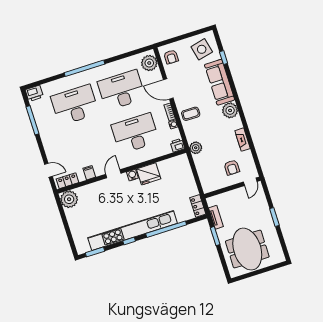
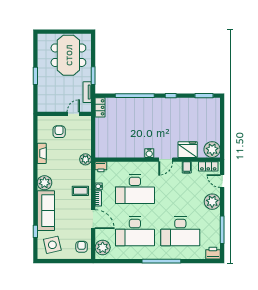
plant: (52, 146) -> (212, 202), added
fridge: (149, 174) -> (188, 150), moved
door: (250, 182) -> (73, 114), moved
kitchen unit: (133, 230) -> (165, 104), removed

